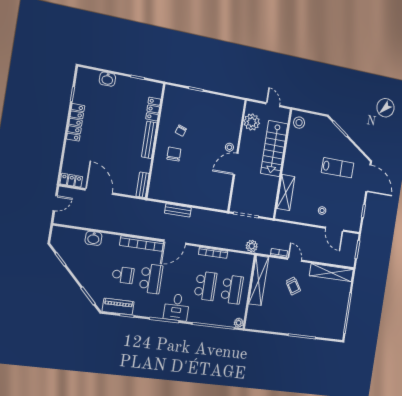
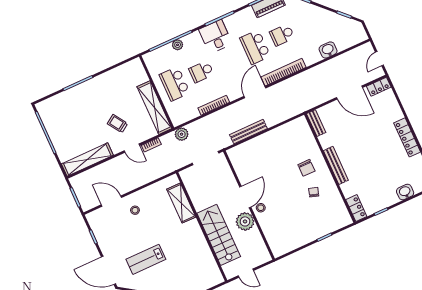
locker: (153, 109) -> (356, 208), moved
plant: (252, 122) -> (245, 221), moved
stool: (299, 123) -> (211, 274), removed
bench: (178, 210) -> (248, 132), moved, width x1.36
school desk: (205, 286) -> (201, 72), width x0.54
plant: (239, 323) -> (178, 45), moved

